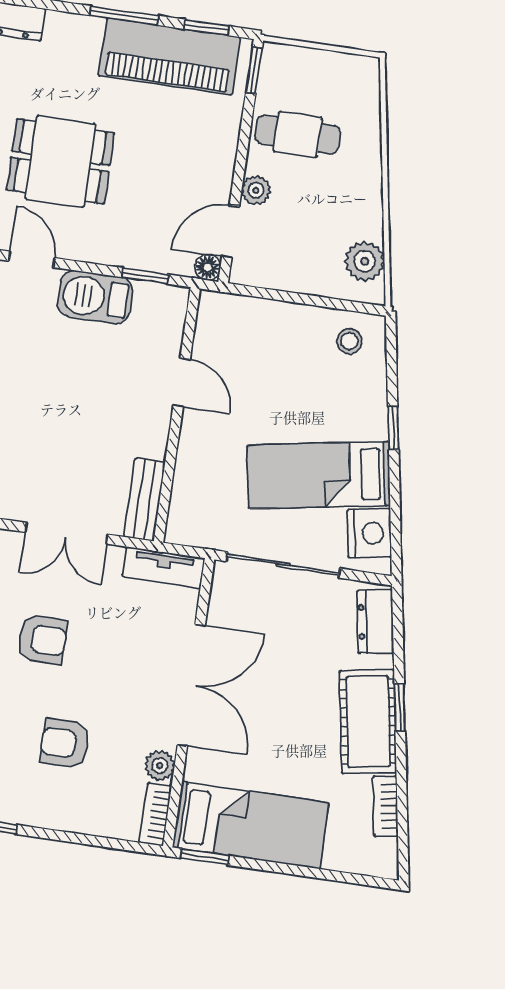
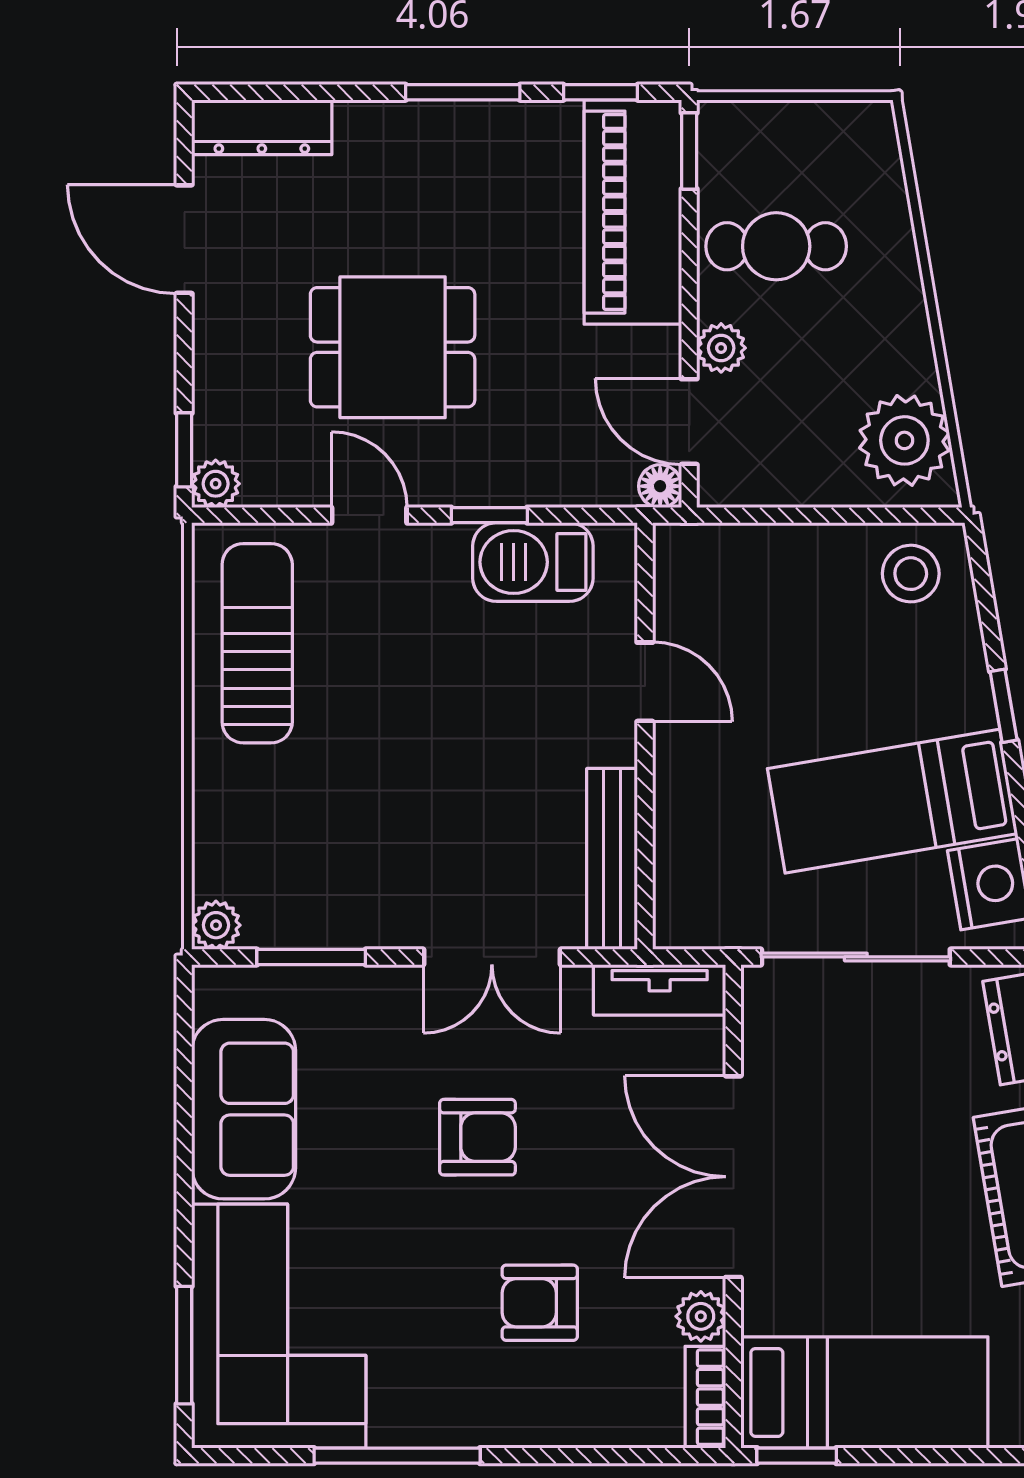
piano: (169, 56) -> (633, 212), moved, turned 90
door: (231, 231) -> (689, 422), hinge flipped
plant: (365, 261) -> (904, 440), width x1.36, depth x1.36
window: (145, 276) -> (489, 515), moved
barbecue: (95, 297) -> (533, 562), moved
stool: (349, 341) -> (911, 574), width x1.37, depth x1.37
bench: (144, 500) -> (612, 859), width x1.36
double door: (191, 685) -> (733, 1177), swing flipped

